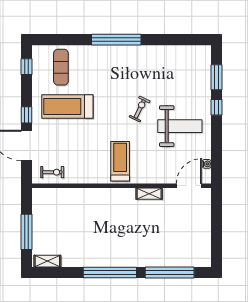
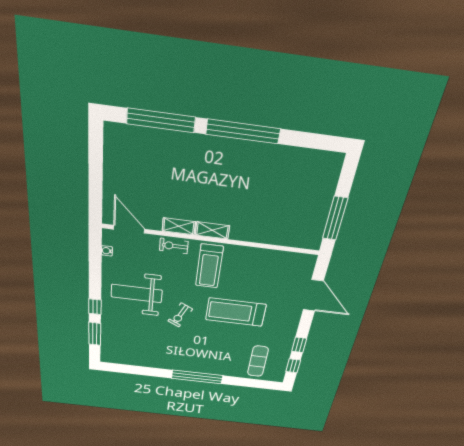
treadmill: (67, 107) -> (236, 312), moved, turned 180
window: (27, 115) -> (299, 345), moved
exercise bike: (52, 172) -> (174, 246), moved
door: (189, 186) -> (129, 229), swing flipped
window: (27, 232) -> (335, 218), moved
shelving: (47, 261) -> (212, 230), moved

